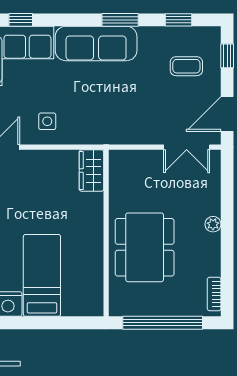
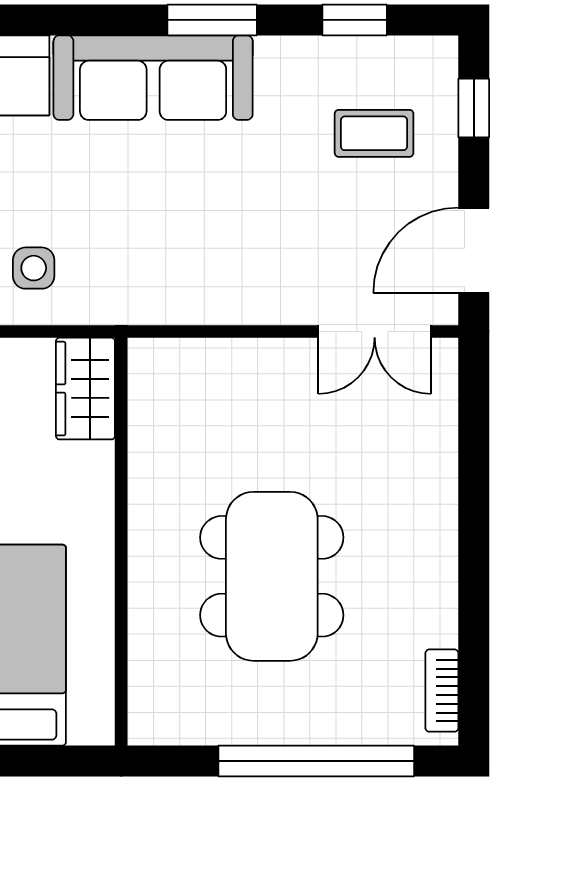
wardrobe: (91, 171) -> (85, 389), moved
plant: (213, 224) -> (439, 520), removed
wall: (106, 233) -> (121, 542), moved

